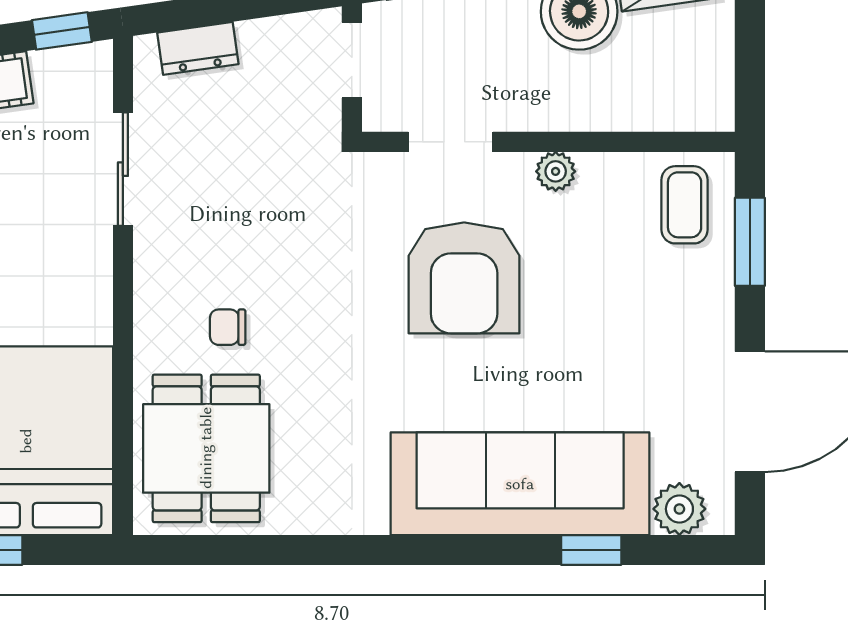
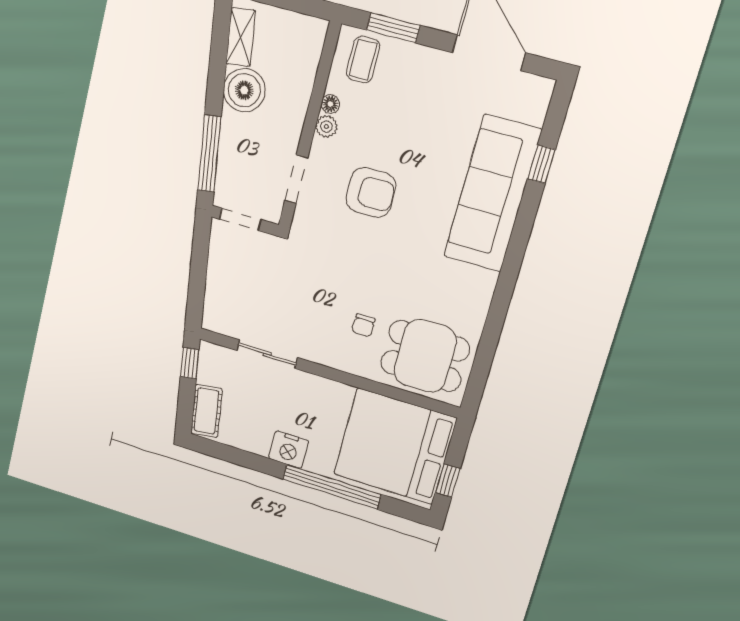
dresser: (198, 48) -> (215, 297), removed
floor lamp: (595, 168) -> (330, 104), added
coffee table: (685, 205) -> (363, 60), turned 90
armchair: (464, 278) -> (371, 192), width x0.73, depth x0.73
plant: (679, 509) -> (533, 108), removed

